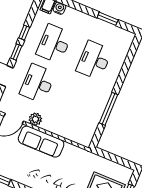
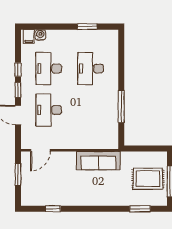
plant: (35, 119) -> (60, 143), removed
sofa: (41, 142) -> (98, 161), moved

